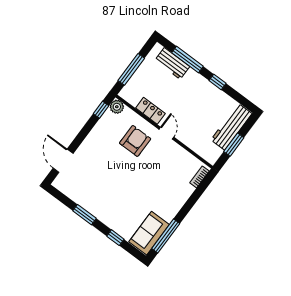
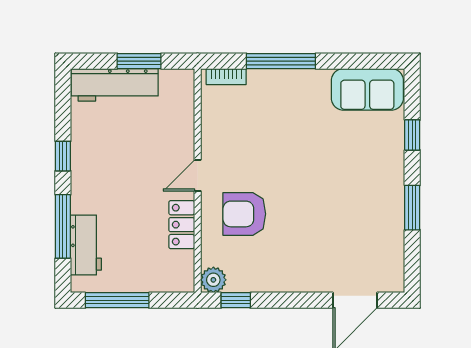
window: (131, 69) -> (117, 300), moved
window: (166, 236) -> (281, 61), moved

